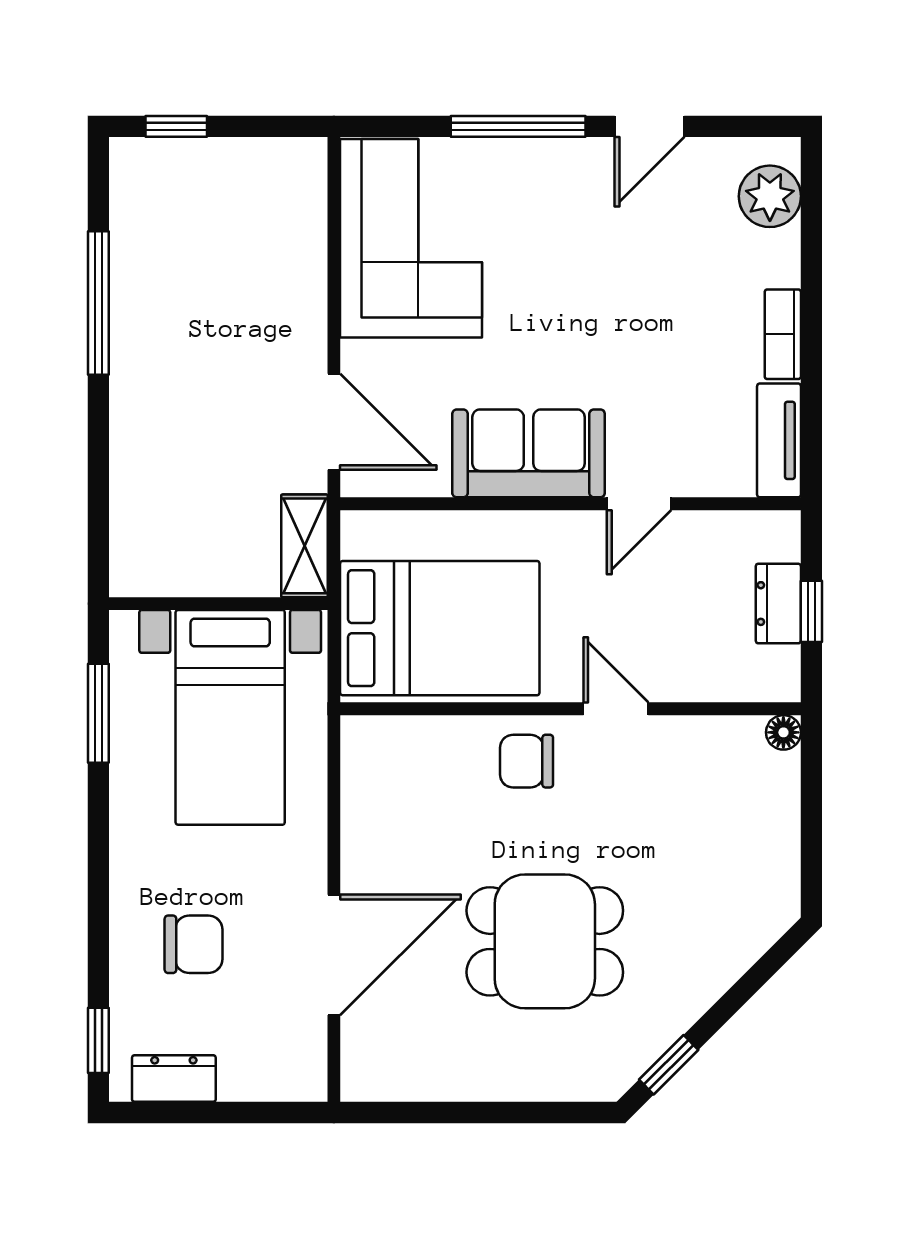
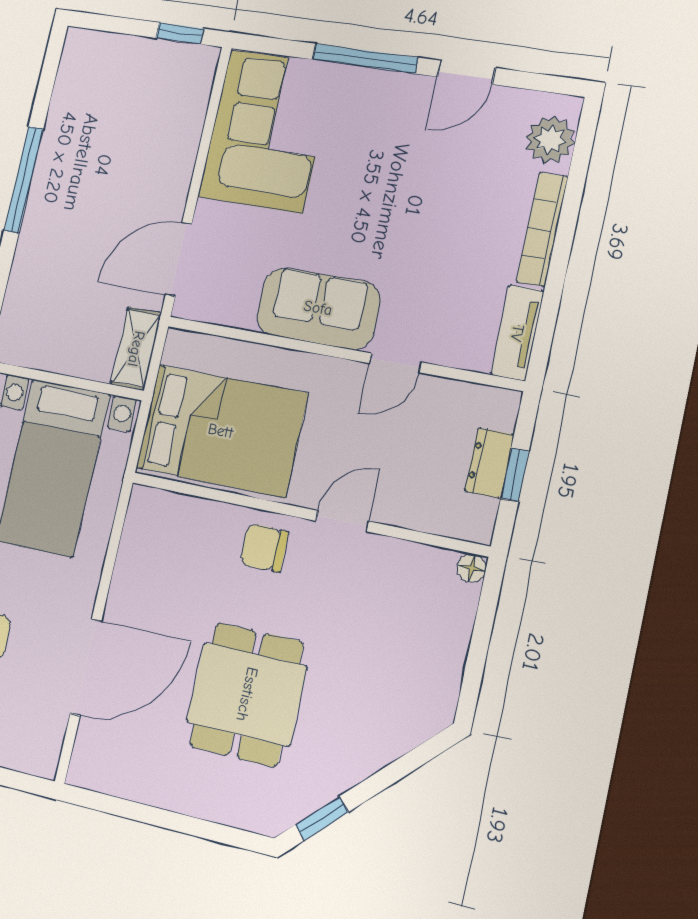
window: (176, 126) -> (180, 33), moved
window: (98, 303) -> (24, 180), moved
bookcase: (783, 334) -> (542, 229), width x1.56
door: (334, 422) -> (179, 259), swing flipped
door: (616, 709) -> (342, 521), hinge flipped
dining table: (545, 941) -> (247, 694), turned 90

